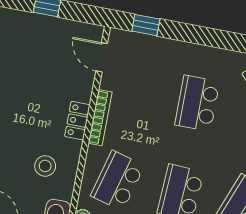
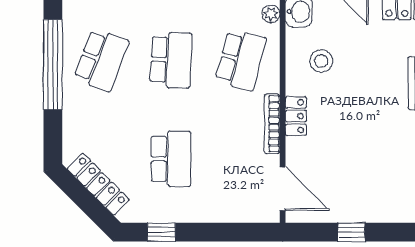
window: (146, 25) -> (161, 232), moved
door: (102, 57) -> (283, 189), width x1.38

